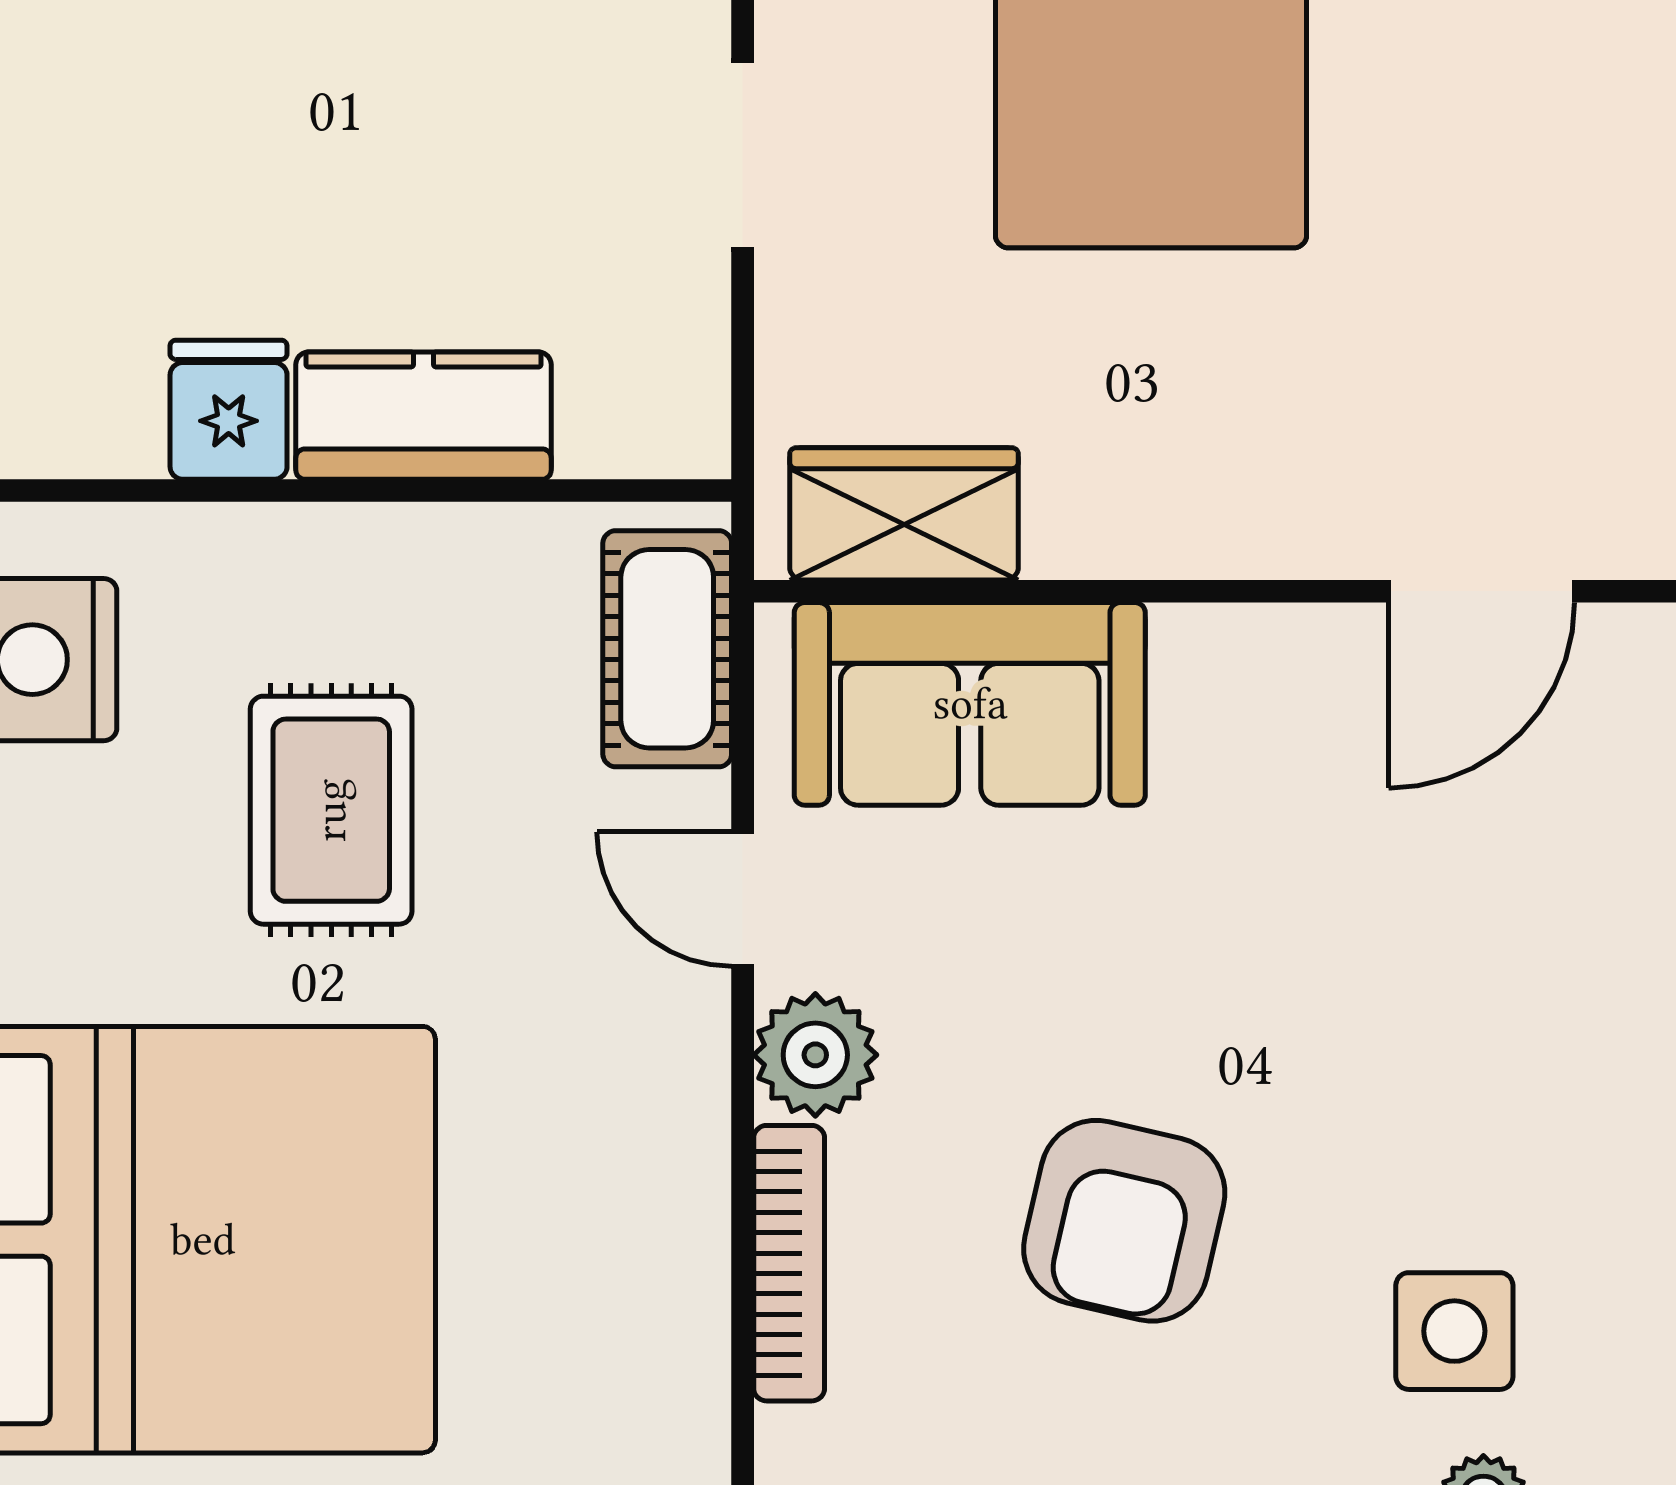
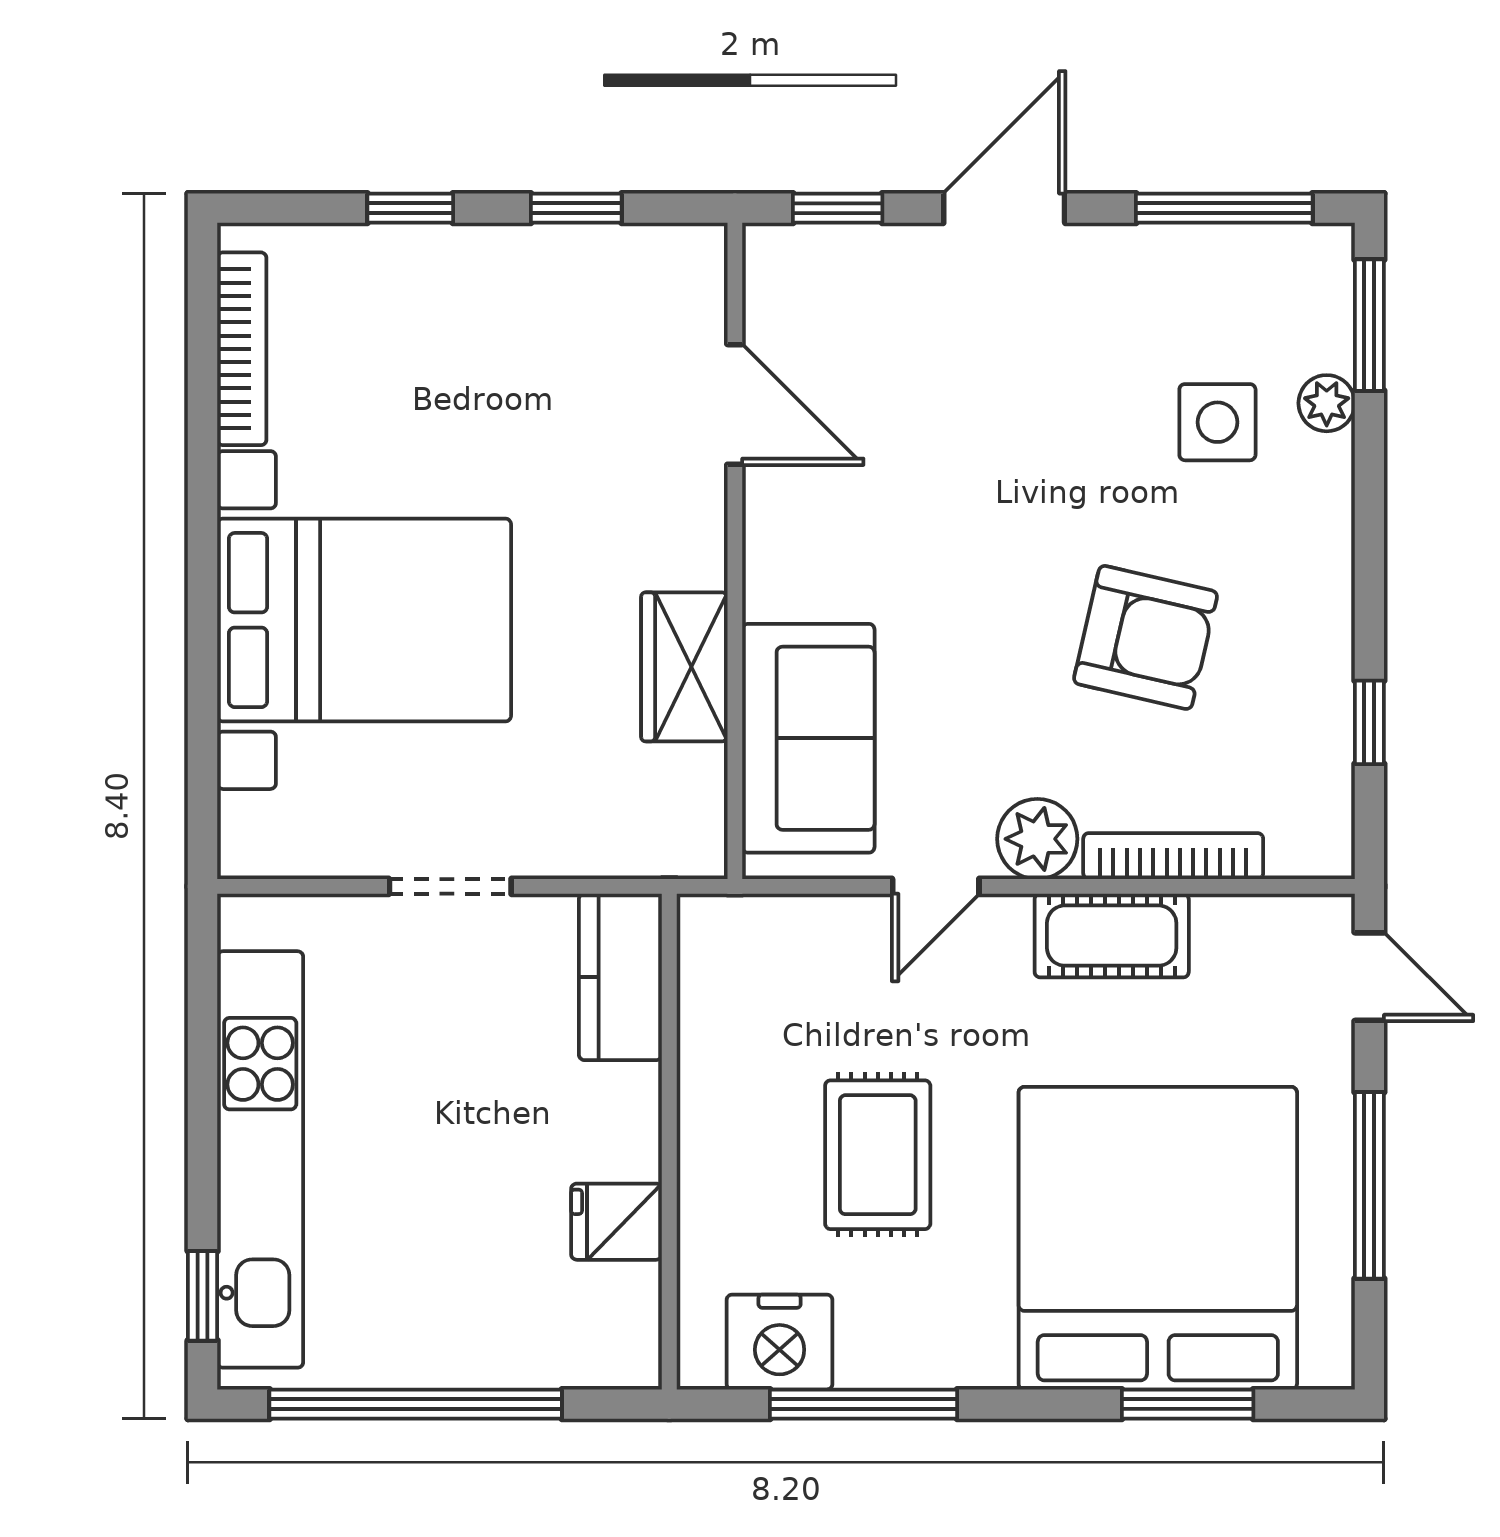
kitchen counter: (424, 416) -> (620, 977), moved
wardrobe: (904, 514) -> (684, 667), moved
cot: (667, 649) -> (1112, 936), moved
rug: (331, 810) -> (878, 1155), turned 90

